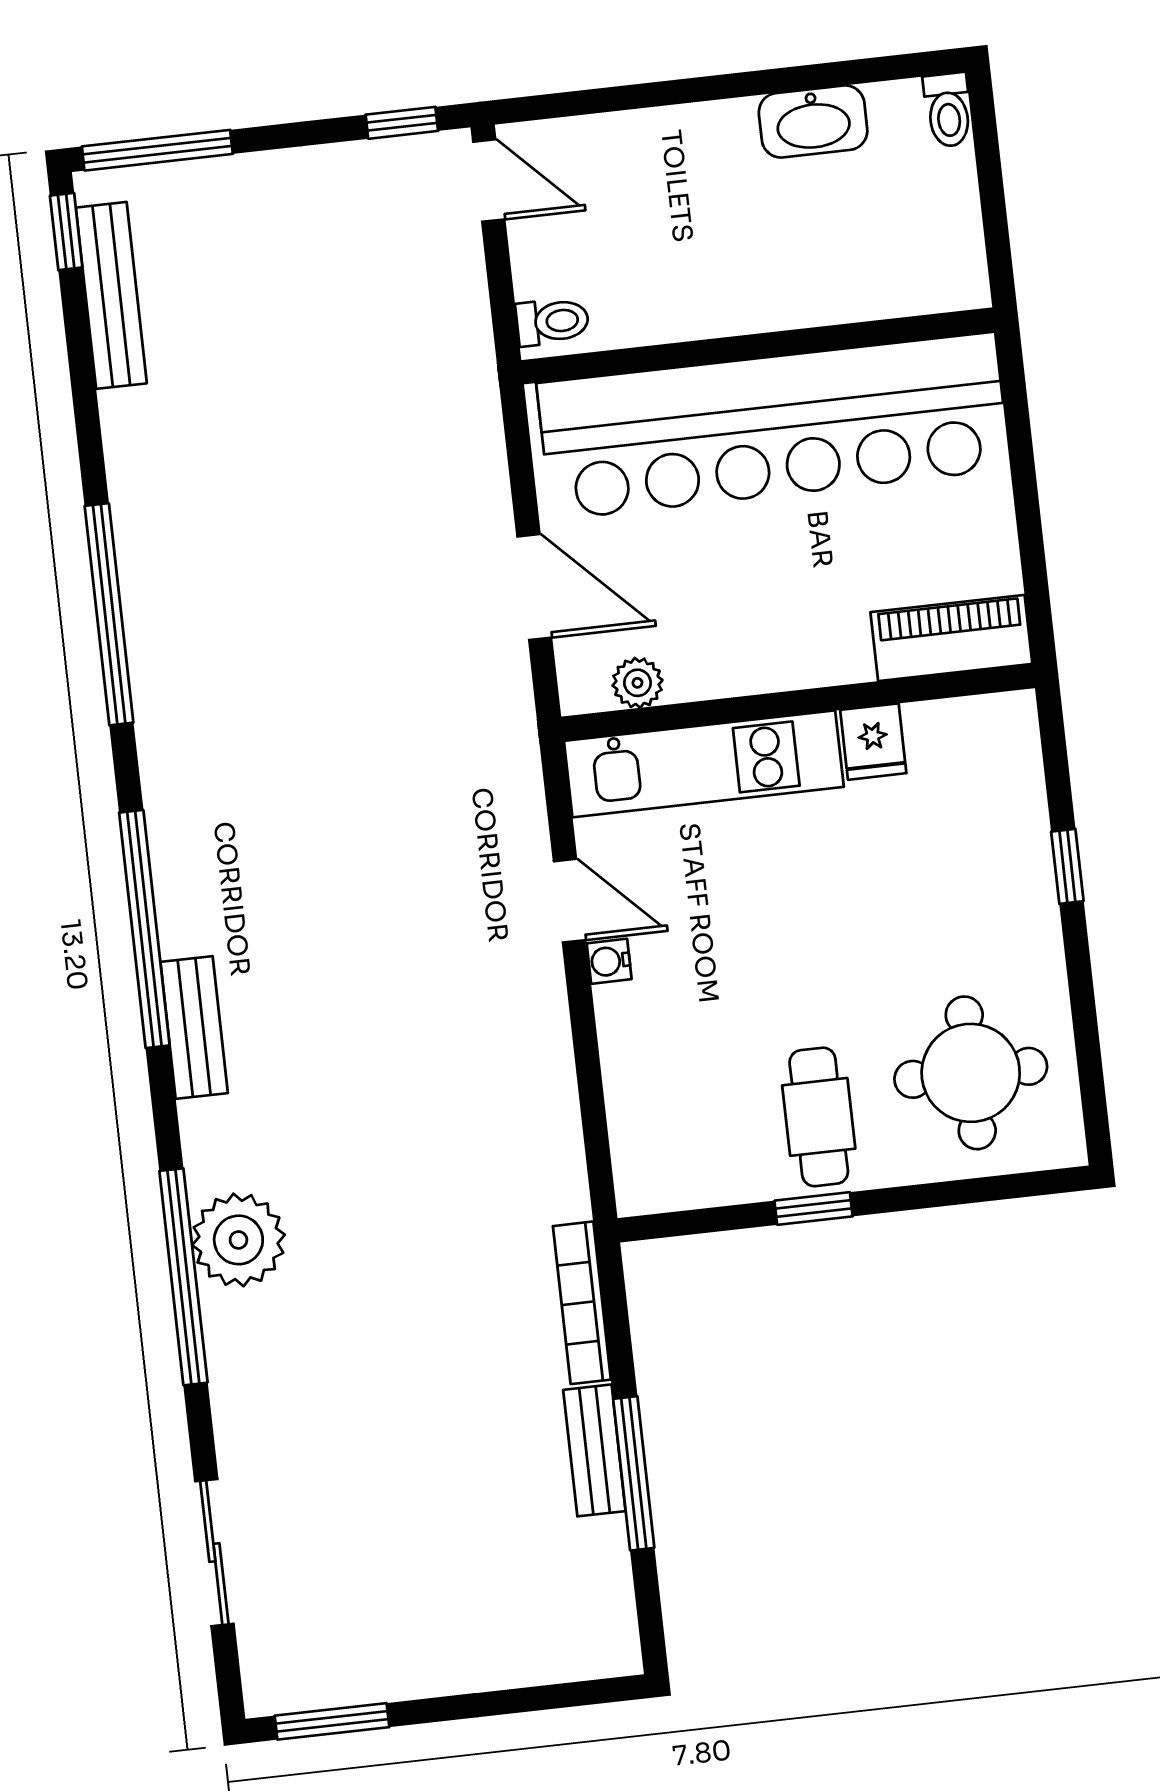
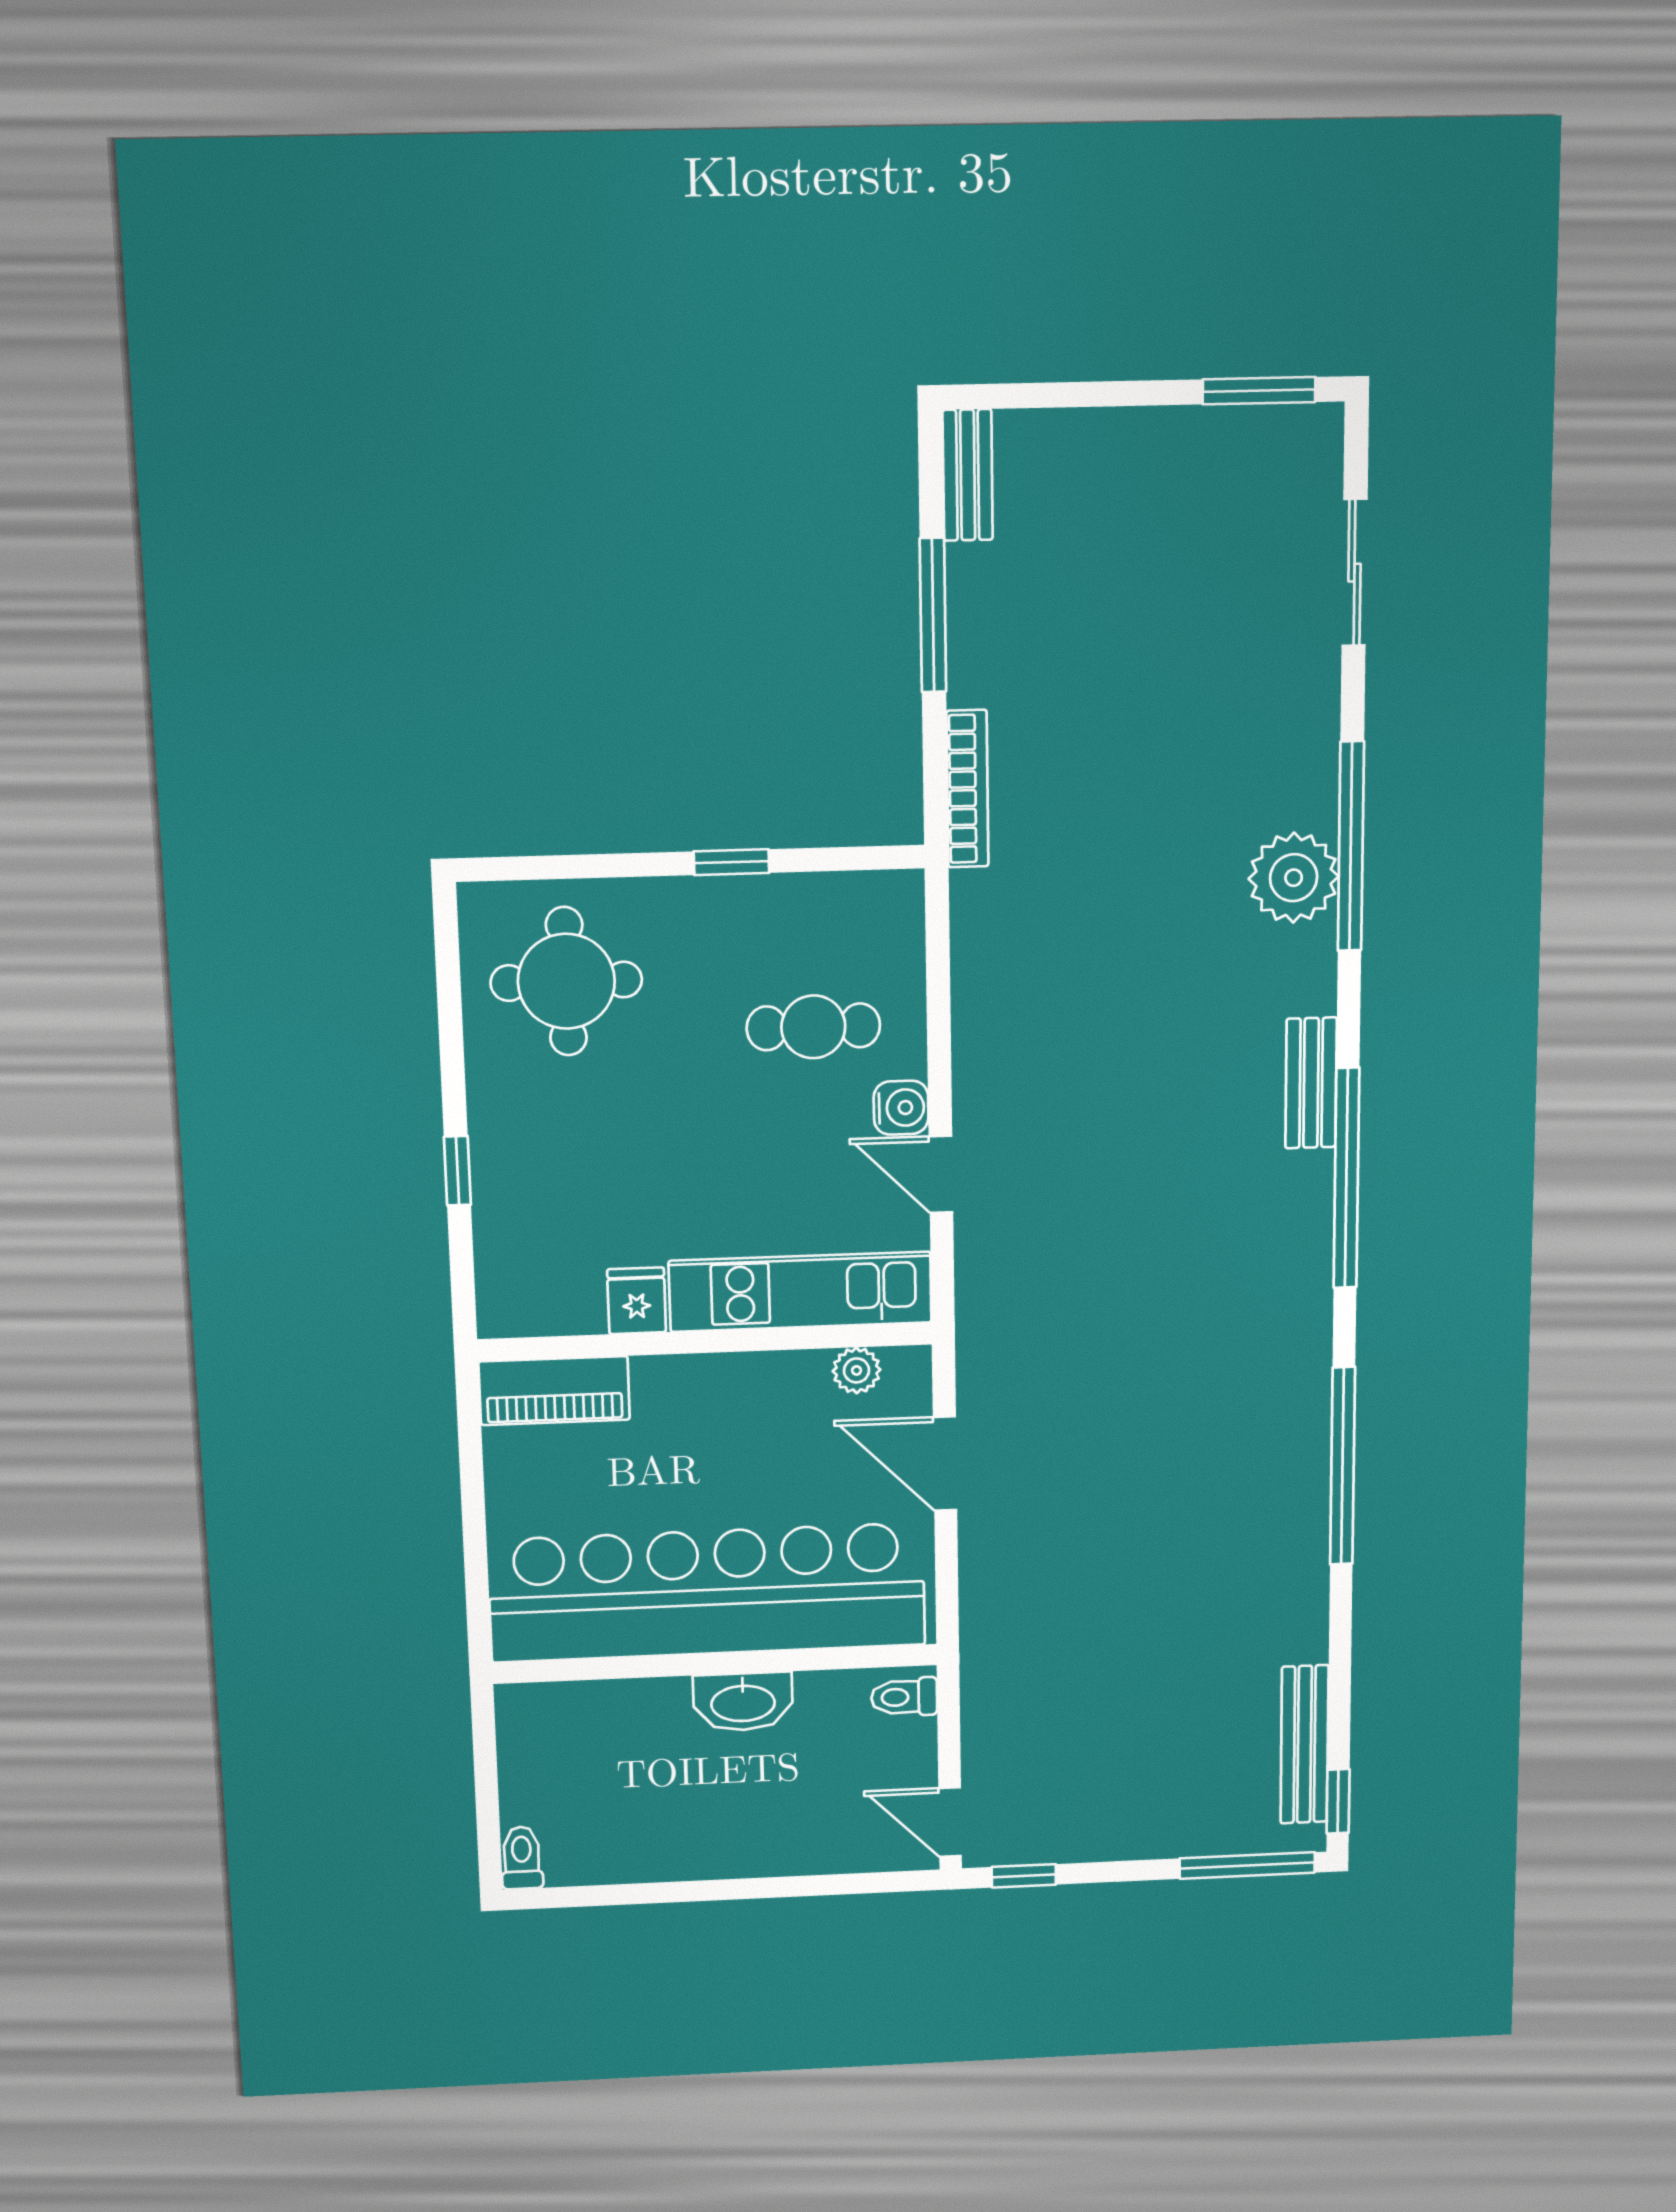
washbasin: (813, 121) -> (743, 1702), moved, turned 180
water cooler: (609, 961) -> (901, 1108), width x1.38, depth x1.38
cafe table: (819, 1117) -> (813, 1027), moved, turned 90
bench: (594, 1450) -> (968, 475), moved

